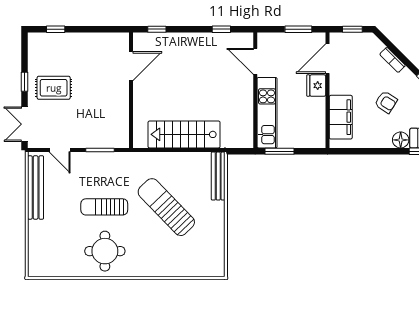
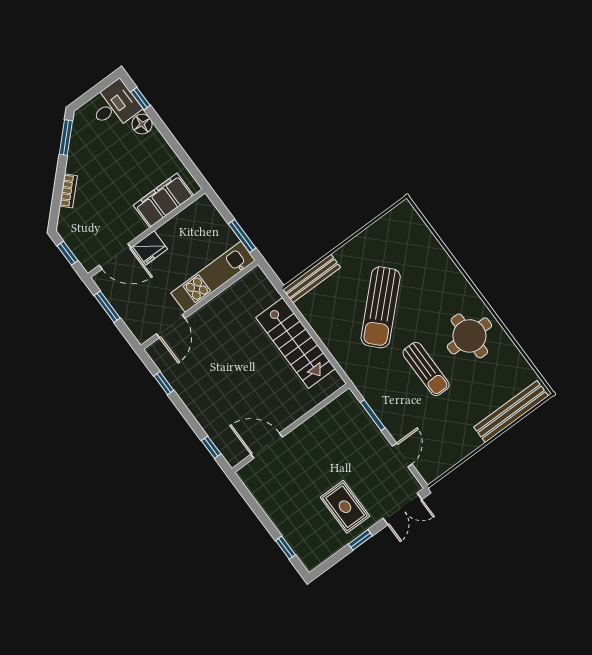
armchair: (386, 102) -> (115, 166), removed
bench: (36, 187) -> (511, 411), moved

